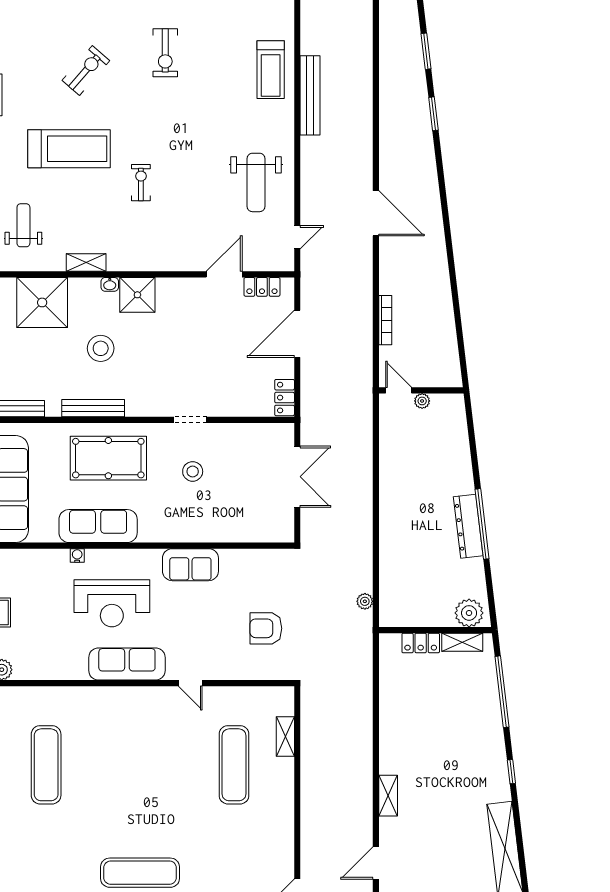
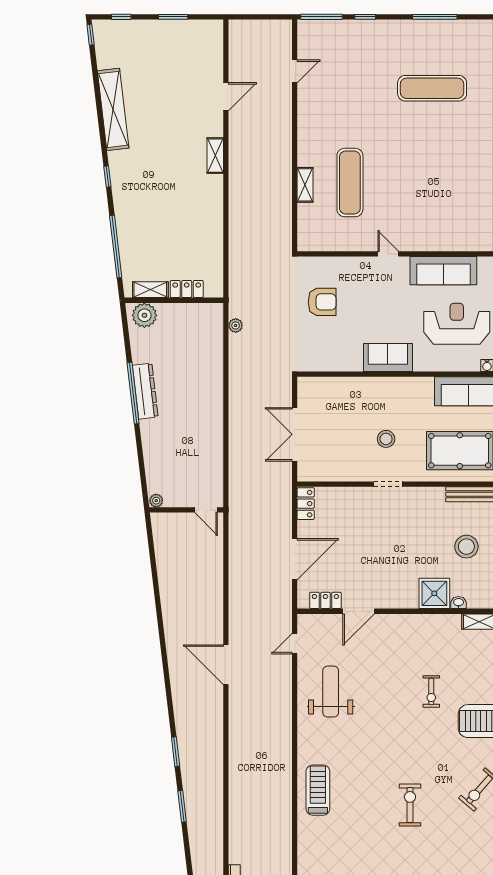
bench: (310, 95) -> (283, 768), removed
bookcase: (385, 320) -> (218, 571), removed
plant: (422, 401) -> (156, 501), moved
shelving: (285, 737) -> (305, 185), moved

